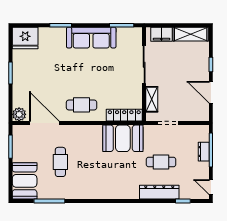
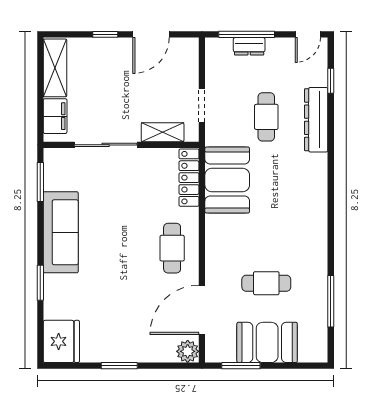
booth: (25, 181) -> (267, 342), moved

